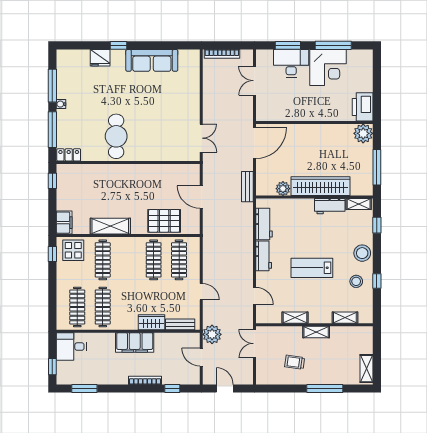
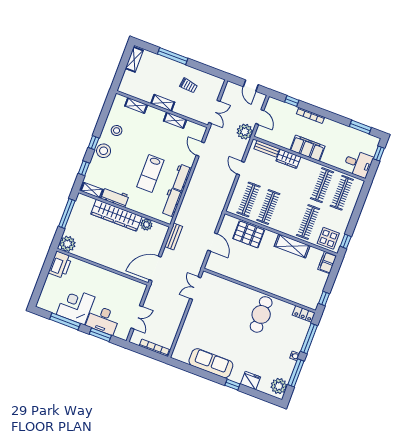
plant: (66, 64) -> (279, 386), added
lab bench: (312, 268) -> (150, 174), moved, turned 90
window: (377, 281) -> (94, 143), moved

